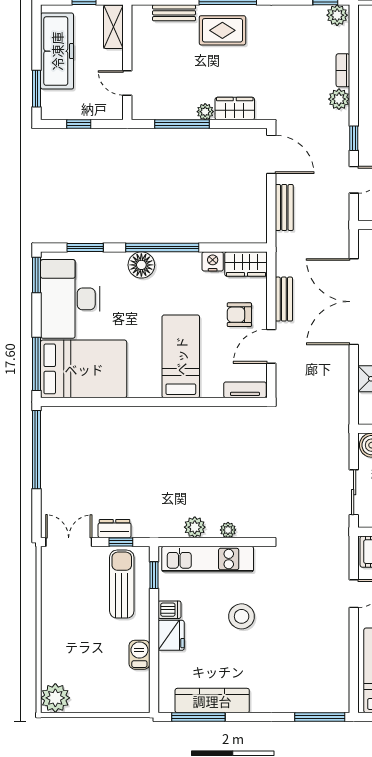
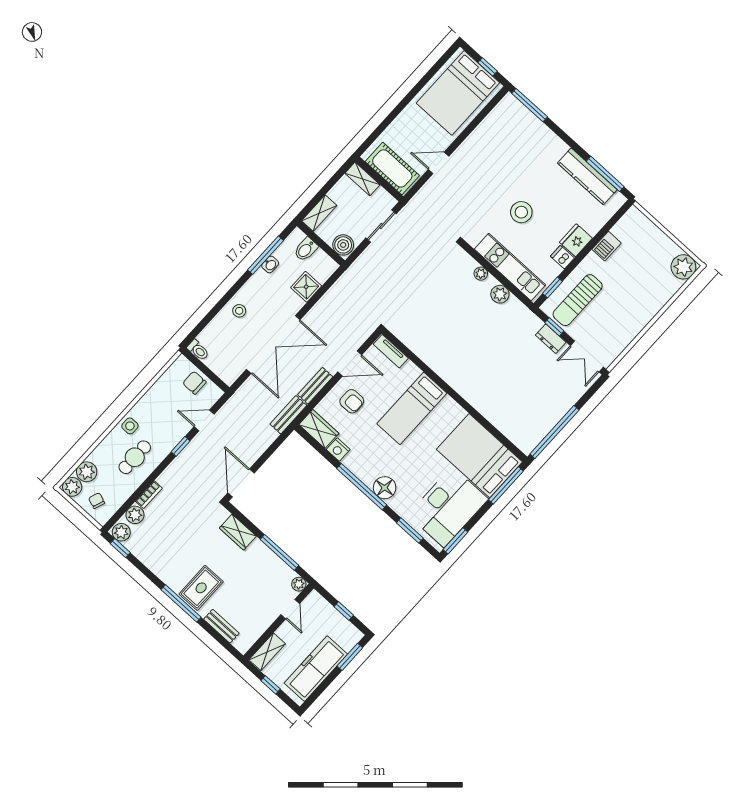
rug: (222, 30) -> (201, 588), turned 90
plant: (339, 99) -> (135, 515), moved
plant: (205, 112) -> (299, 584), moved
bench: (284, 207) -> (288, 415), moved

